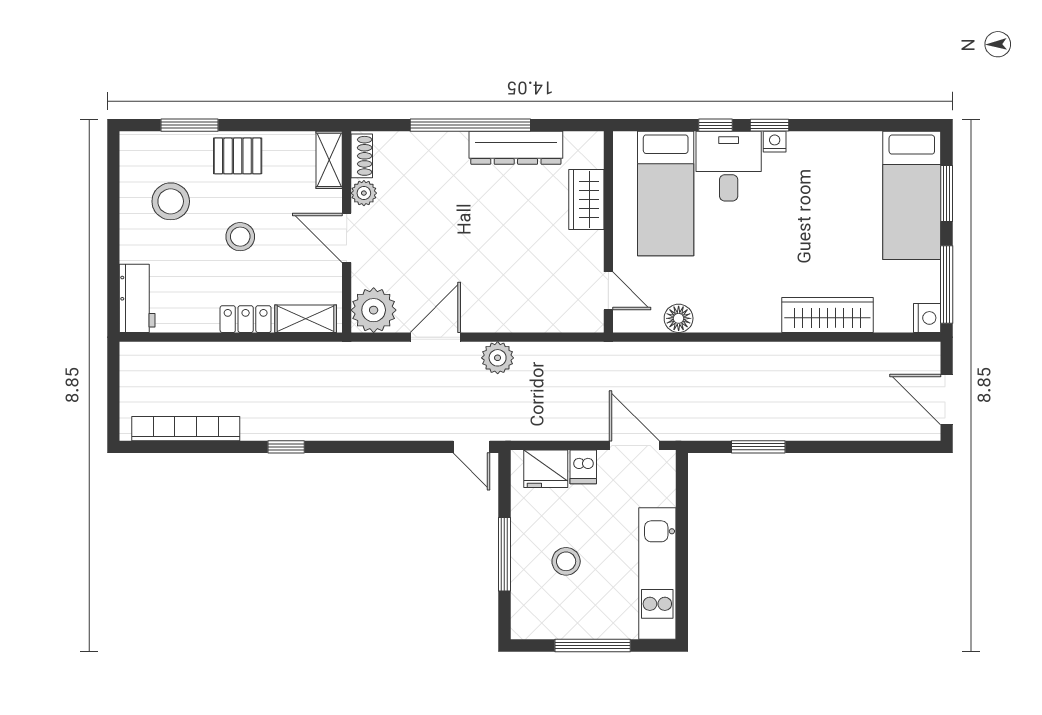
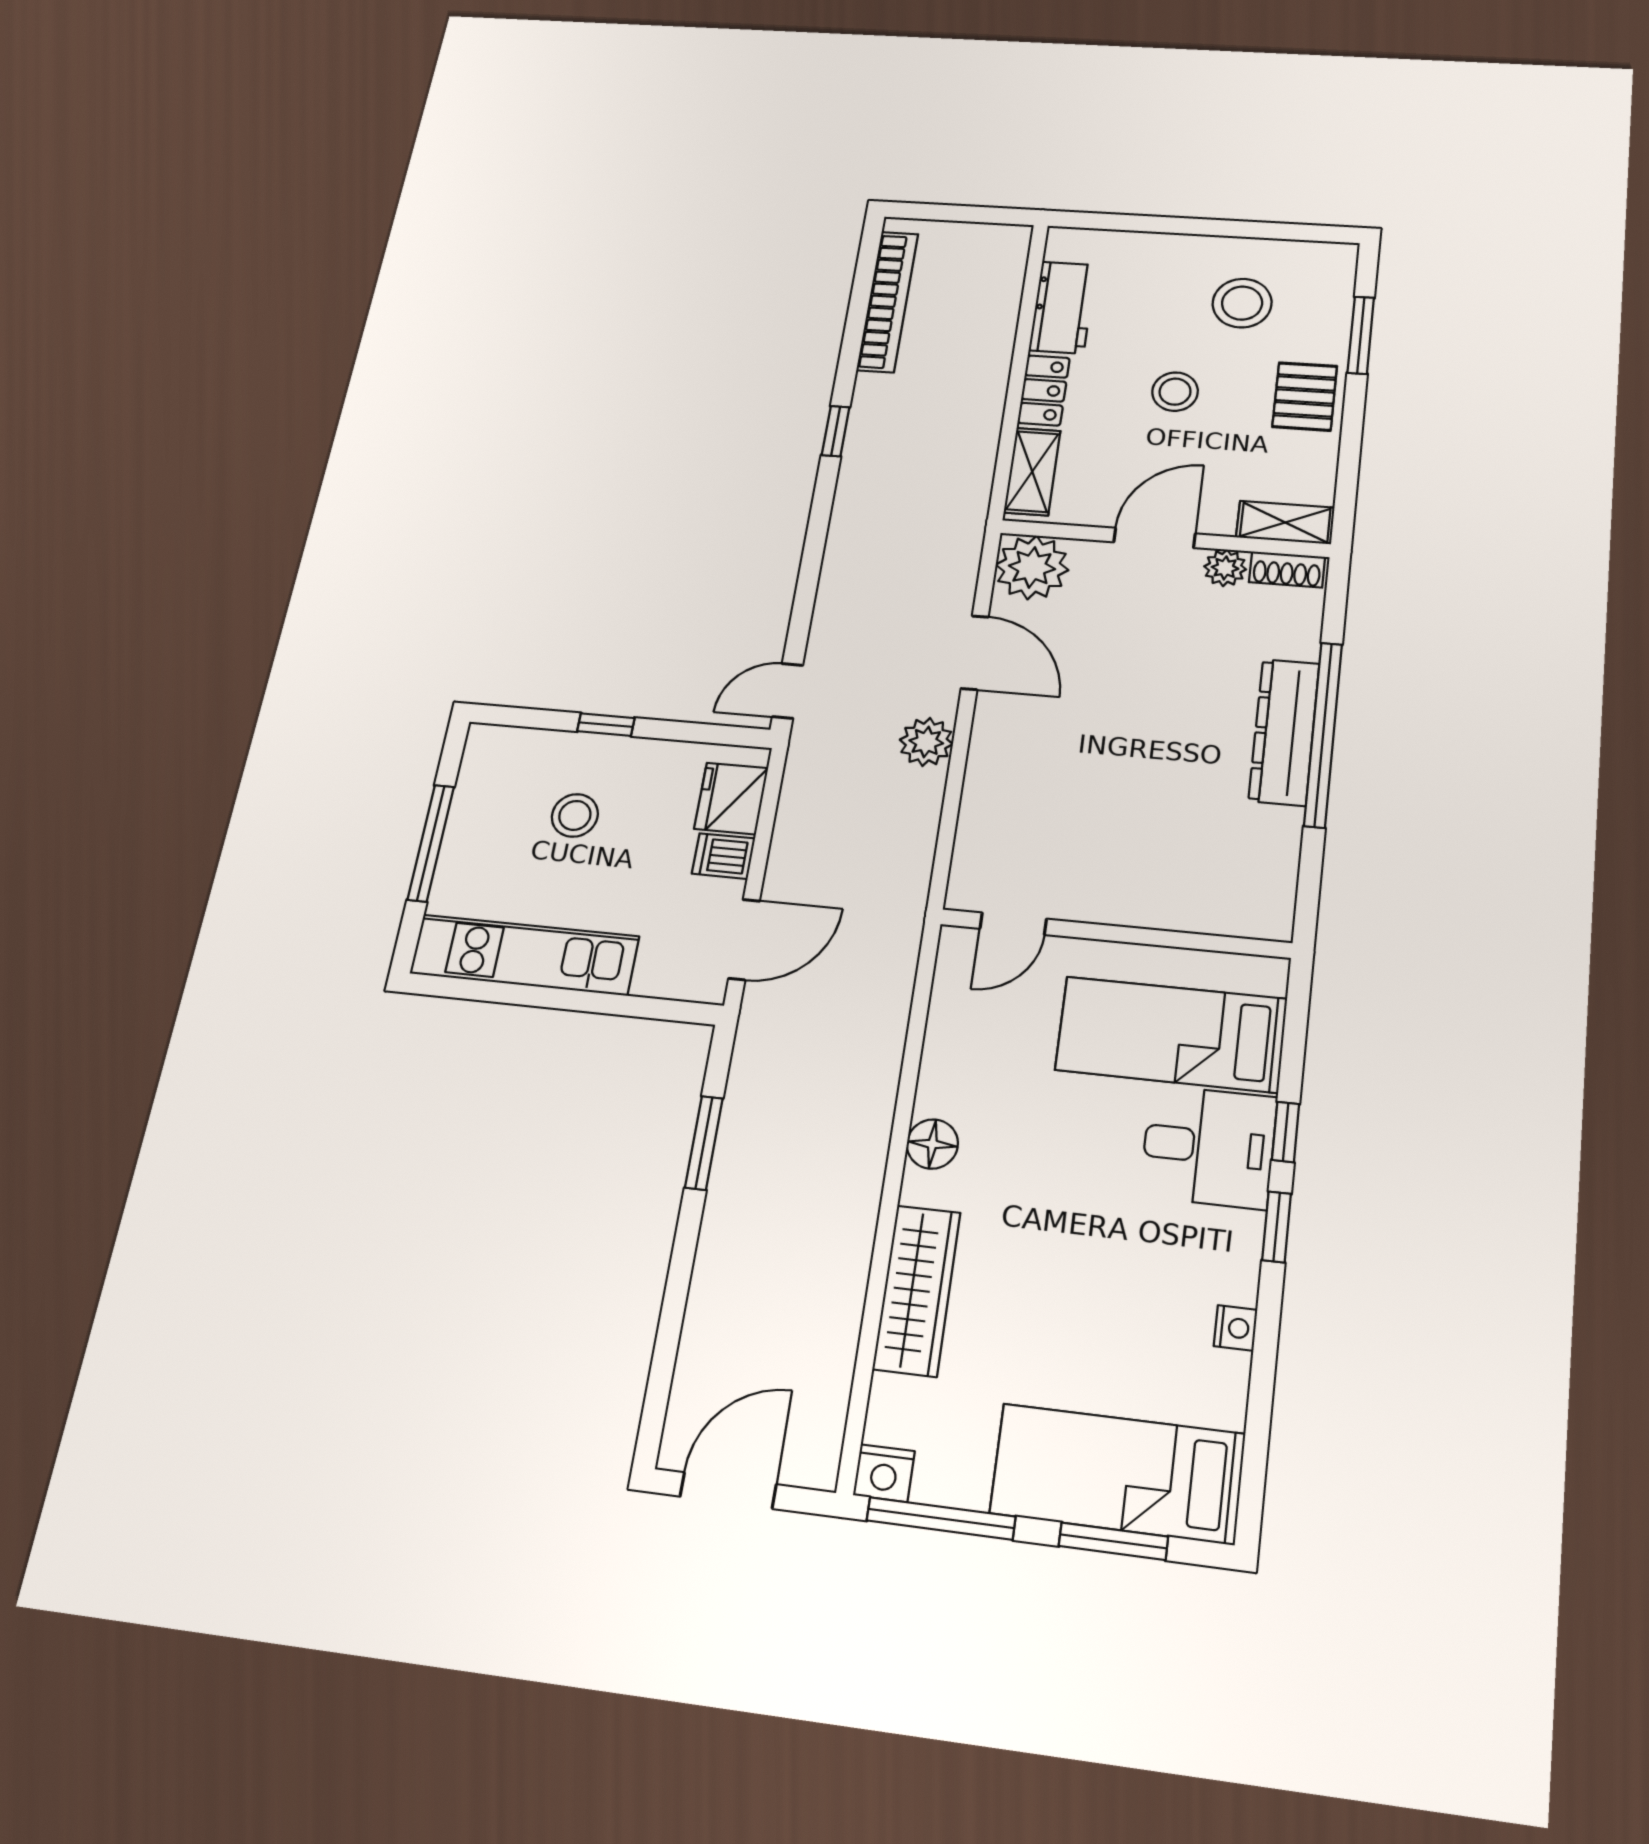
nightstand: (775, 142) -> (1236, 1328), moved
dresser: (516, 148) -> (1284, 732), moved
wardrobe: (586, 200) -> (1175, 904), removed
workbench: (137, 298) -> (1063, 307), moved, turned -90
floor lamp: (679, 318) -> (932, 1144), moved
window: (504, 554) -> (606, 725), width x0.46

